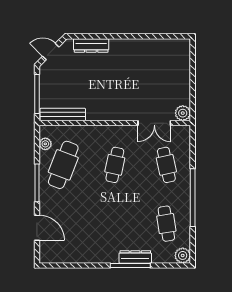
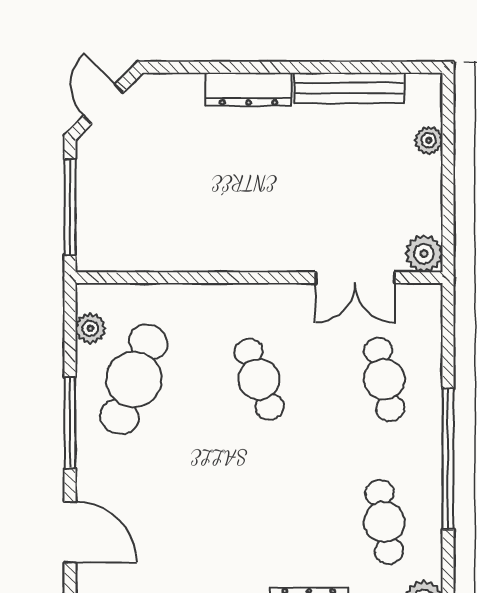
dresser: (91, 45) -> (249, 89), moved
door: (51, 52) -> (103, 104), hinge flipped
plant: (185, 67) -> (429, 140), added
bench: (63, 114) -> (349, 88), moved
cafe table: (115, 165) -> (259, 379), turned -33

